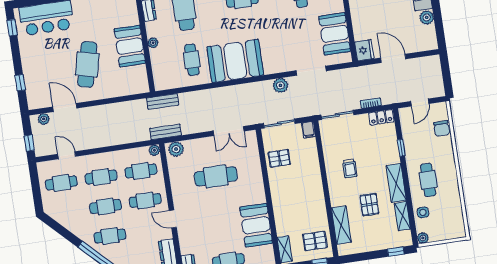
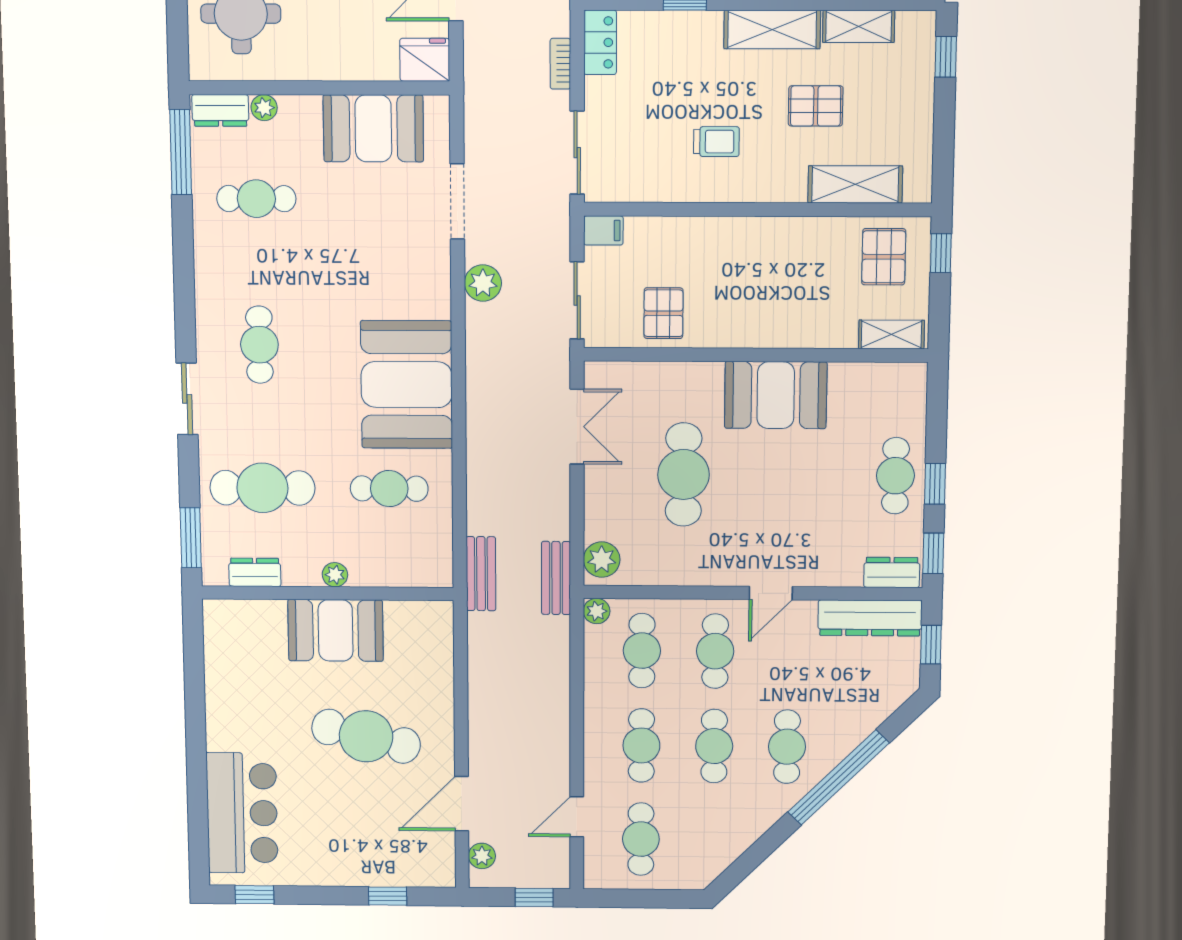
booth: (256, 225) -> (776, 395), moved

